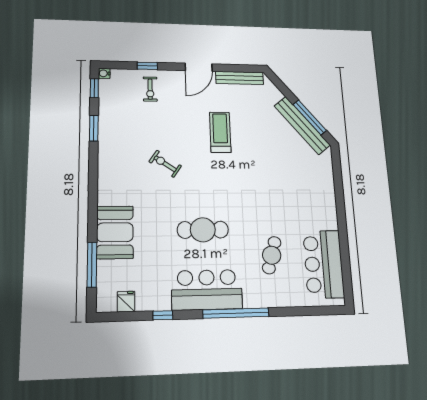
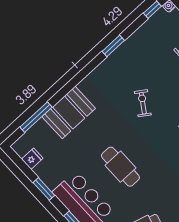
window: (94, 128) -> (113, 46), moved
window: (163, 315) -> (44, 189), width x1.50

